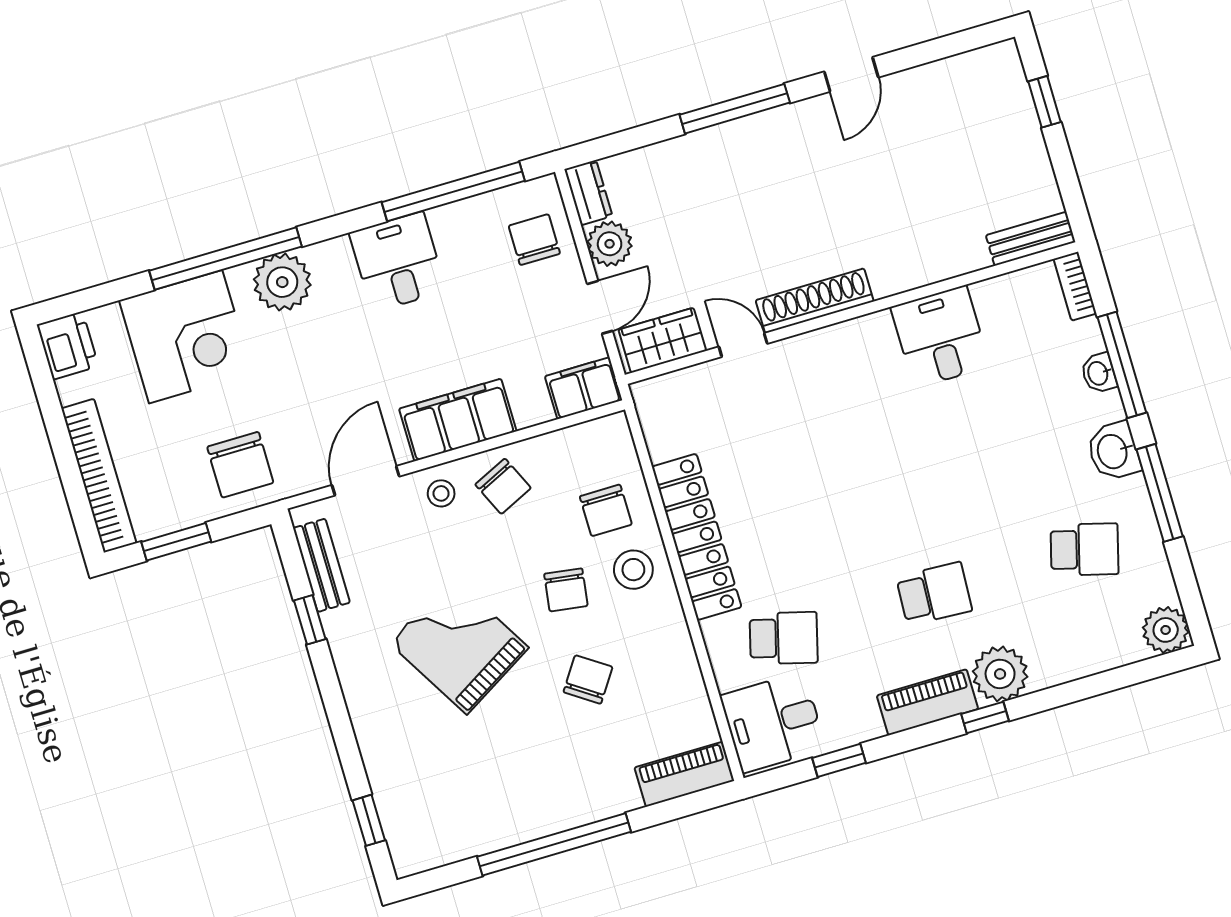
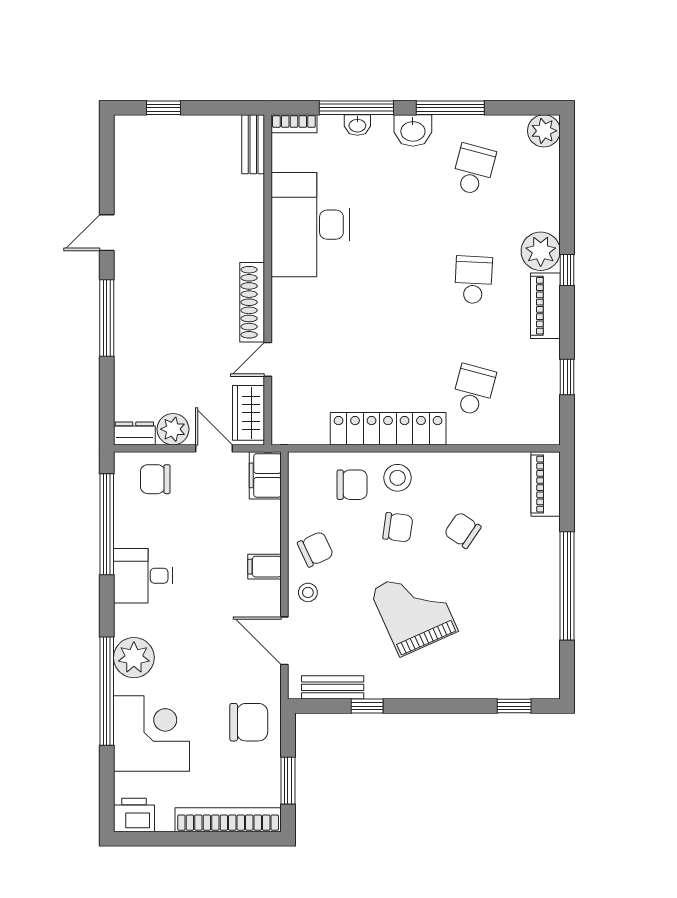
door: (851, 74) -> (107, 233), swing flipped
desk: (940, 337) -> (310, 225), width x1.87, depth x1.30
filing cabinet: (458, 420) -> (264, 567), width x0.33, depth x0.86
grand piano: (459, 645) -> (414, 610), turned 97
desk: (773, 722) -> (528, 414), removed

